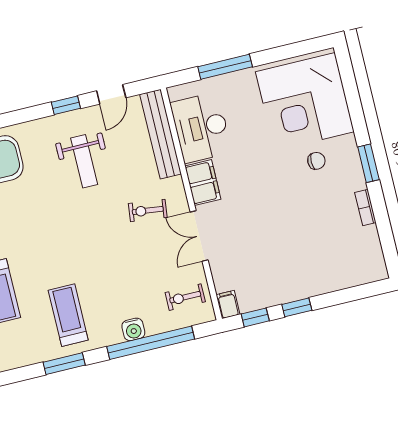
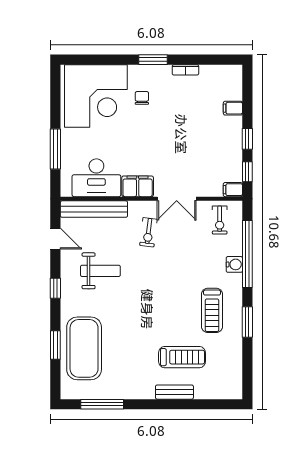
window: (66, 105) -> (55, 288), moved
filing cabinet: (331, 280) -> (233, 108), added
treadmill: (68, 315) -> (212, 310), turned -90

